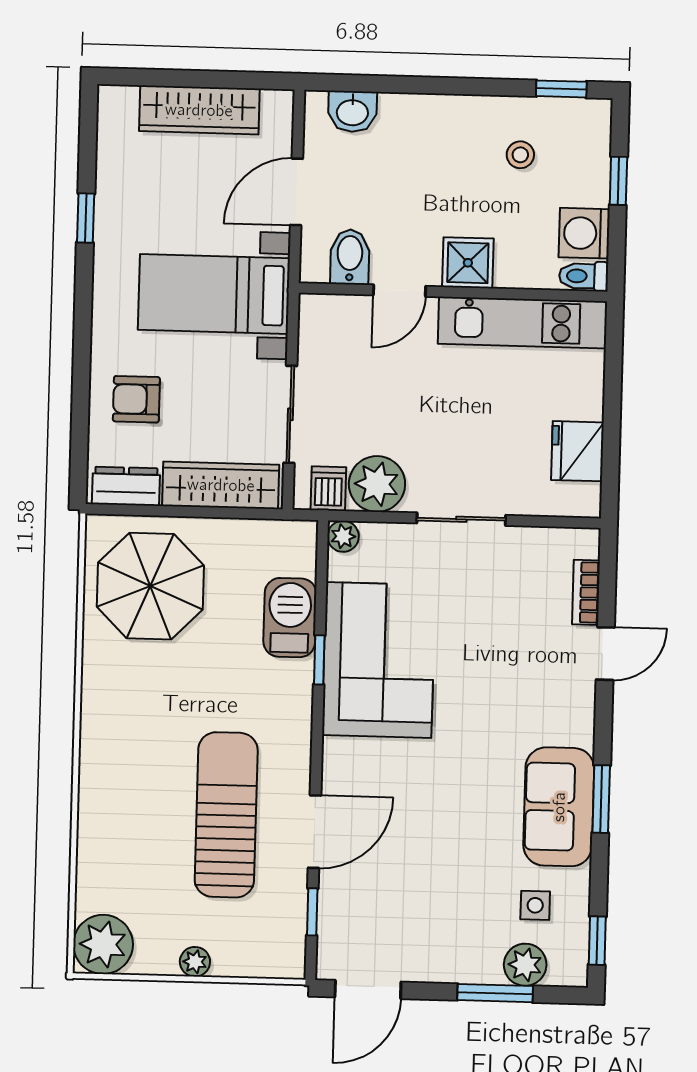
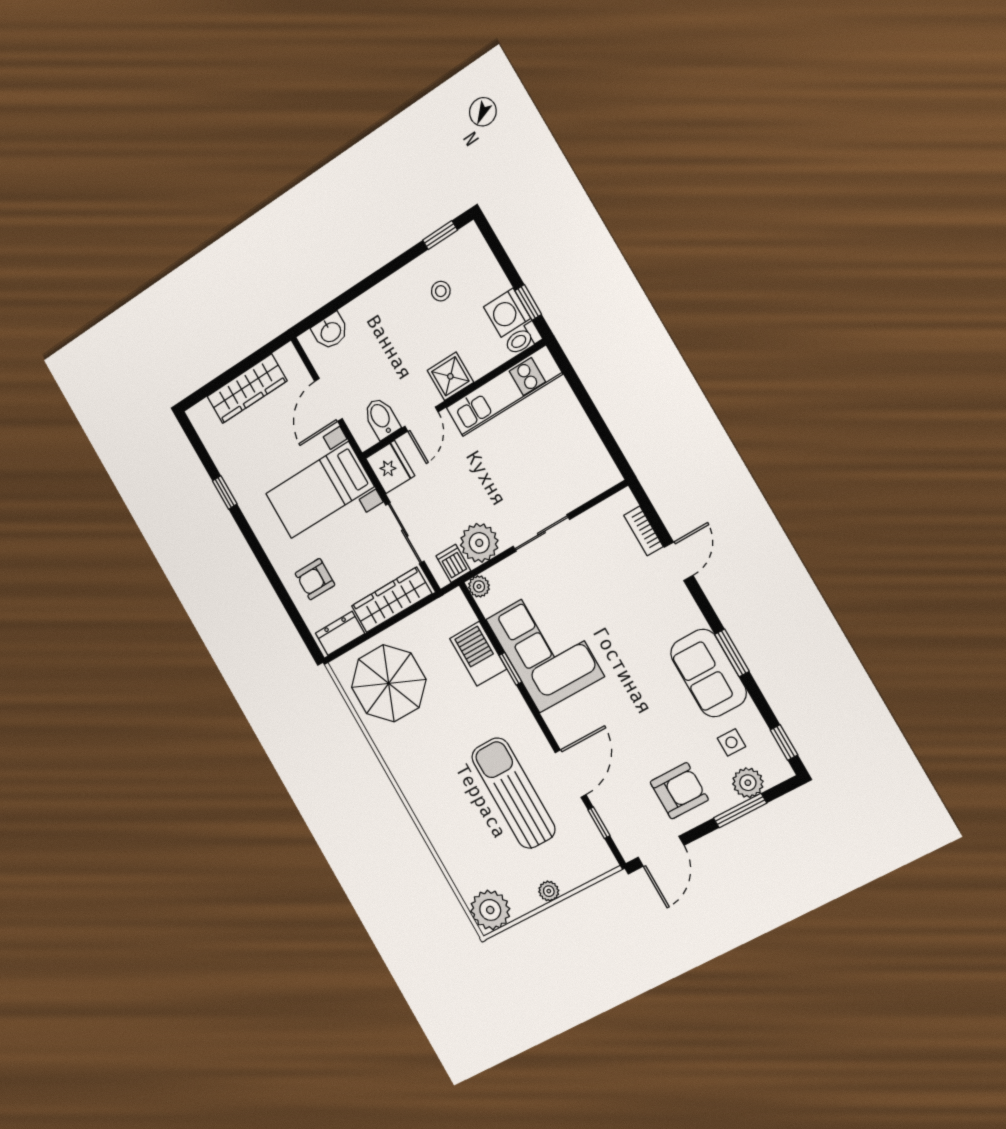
window: (618, 181) -> (528, 302), moved
fridge: (577, 451) -> (390, 467), moved, turned 180
armchair: (436, 928) -> (679, 791), added

